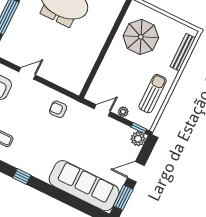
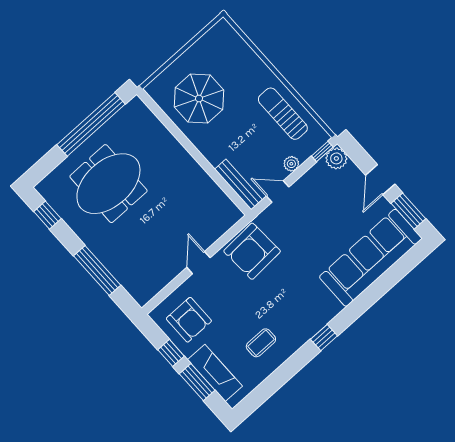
bench: (183, 52) -> (239, 184), moved
door: (27, 73) -> (198, 263), moved
armchair: (58, 109) -> (252, 251), width x1.88, depth x1.88
door: (102, 110) -> (278, 191), hinge flipped

